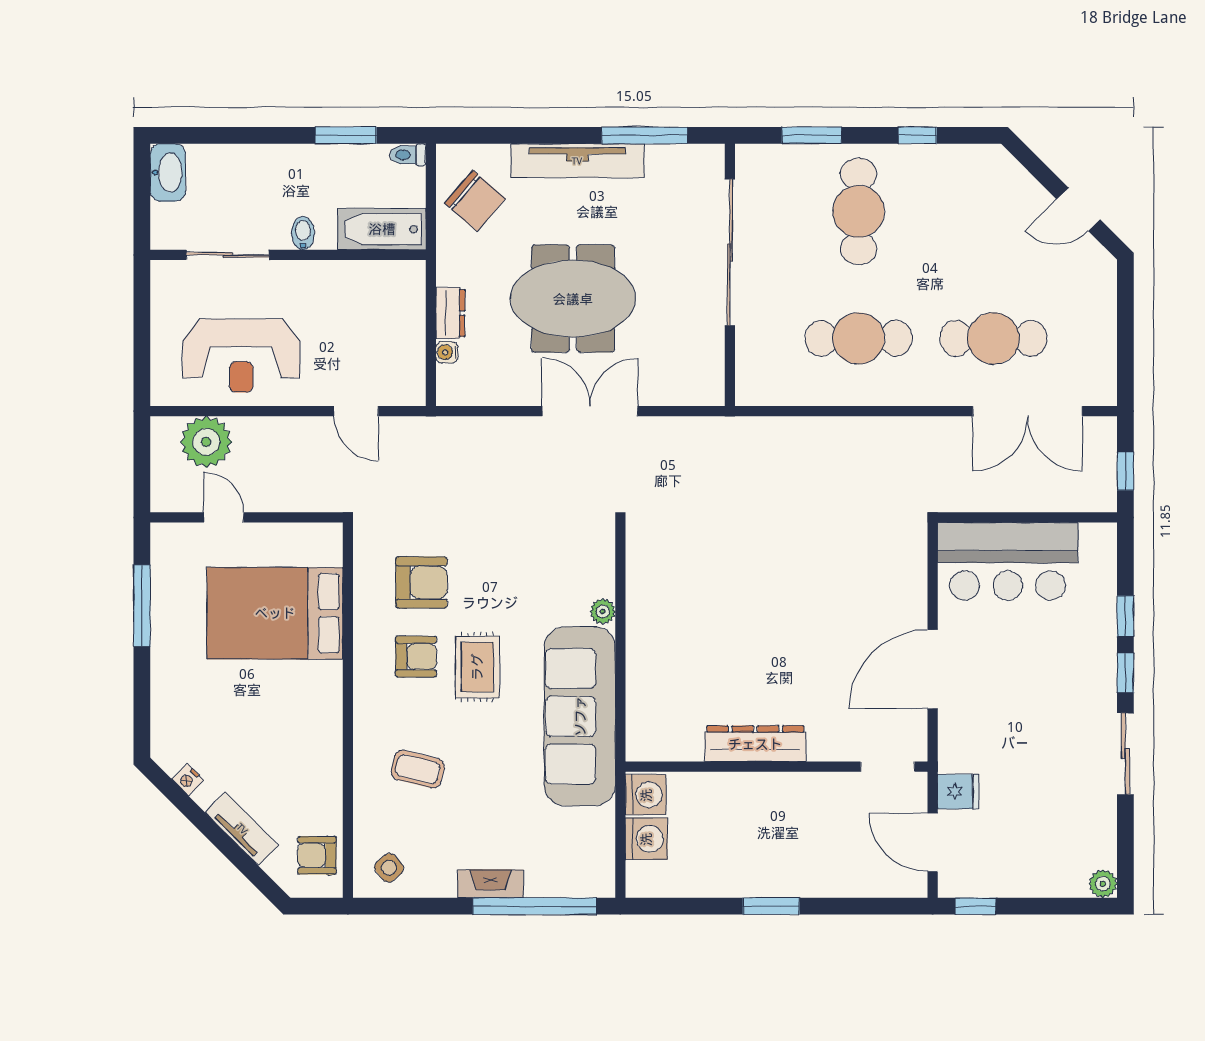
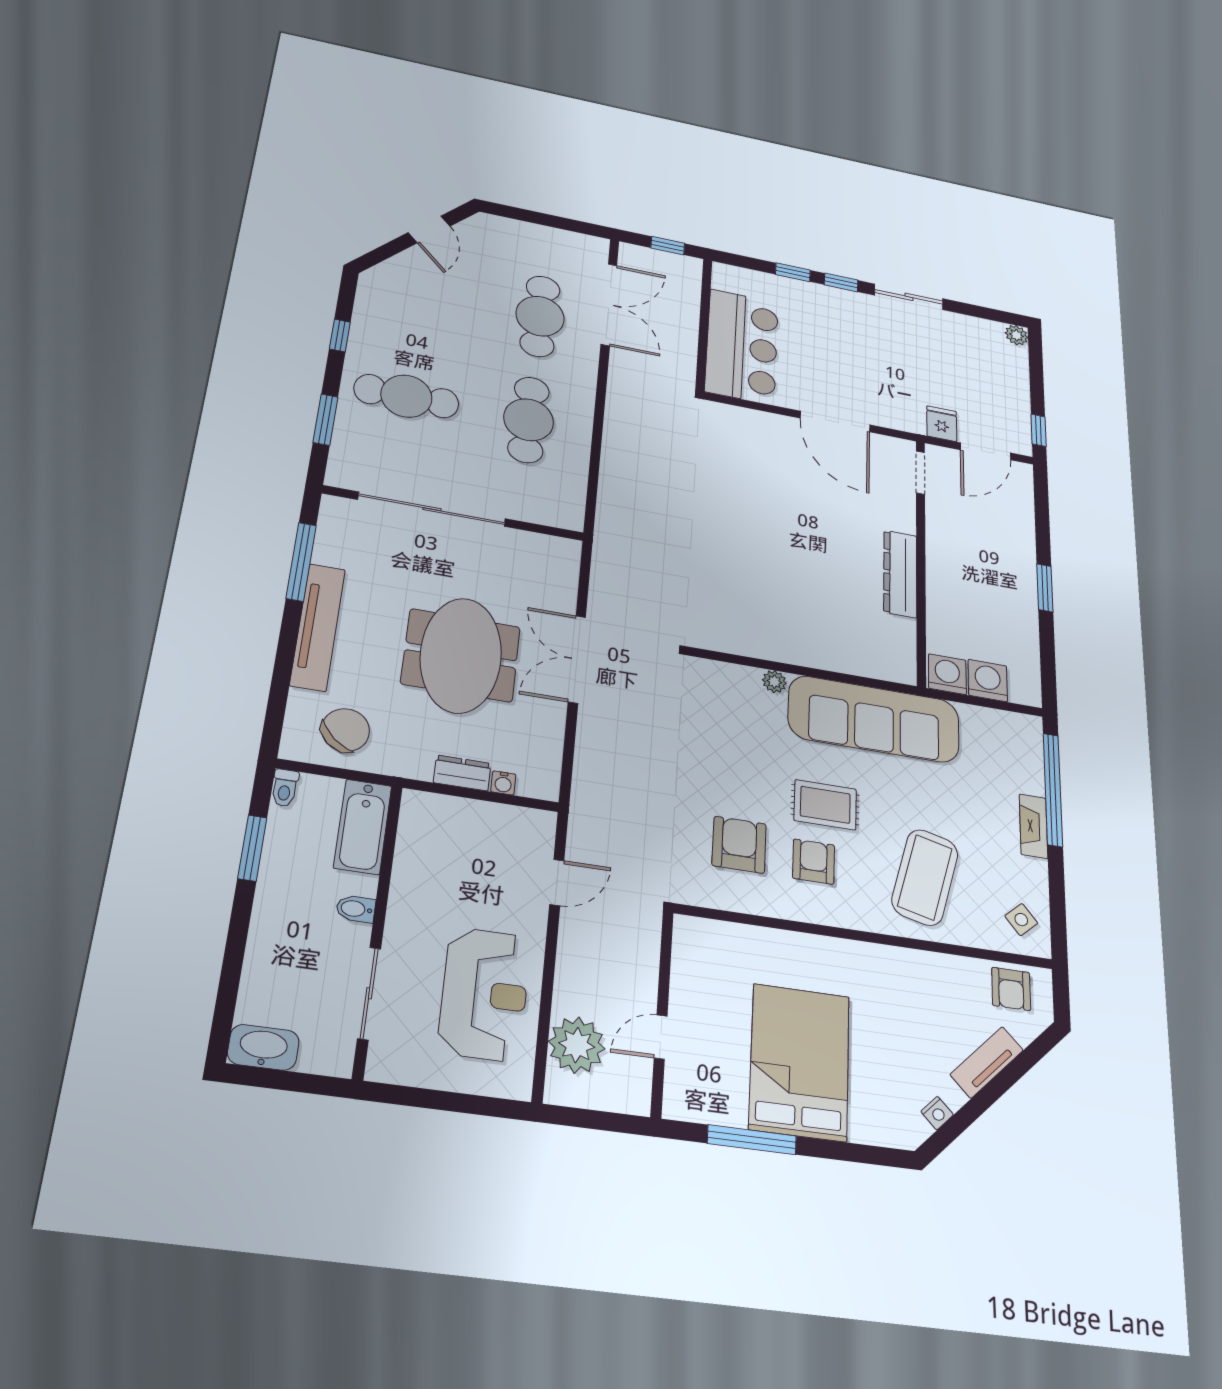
bed: (275, 613) -> (800, 1062), moved, turned 180
coffee table: (418, 769) -> (925, 877), width x1.86, depth x1.72

